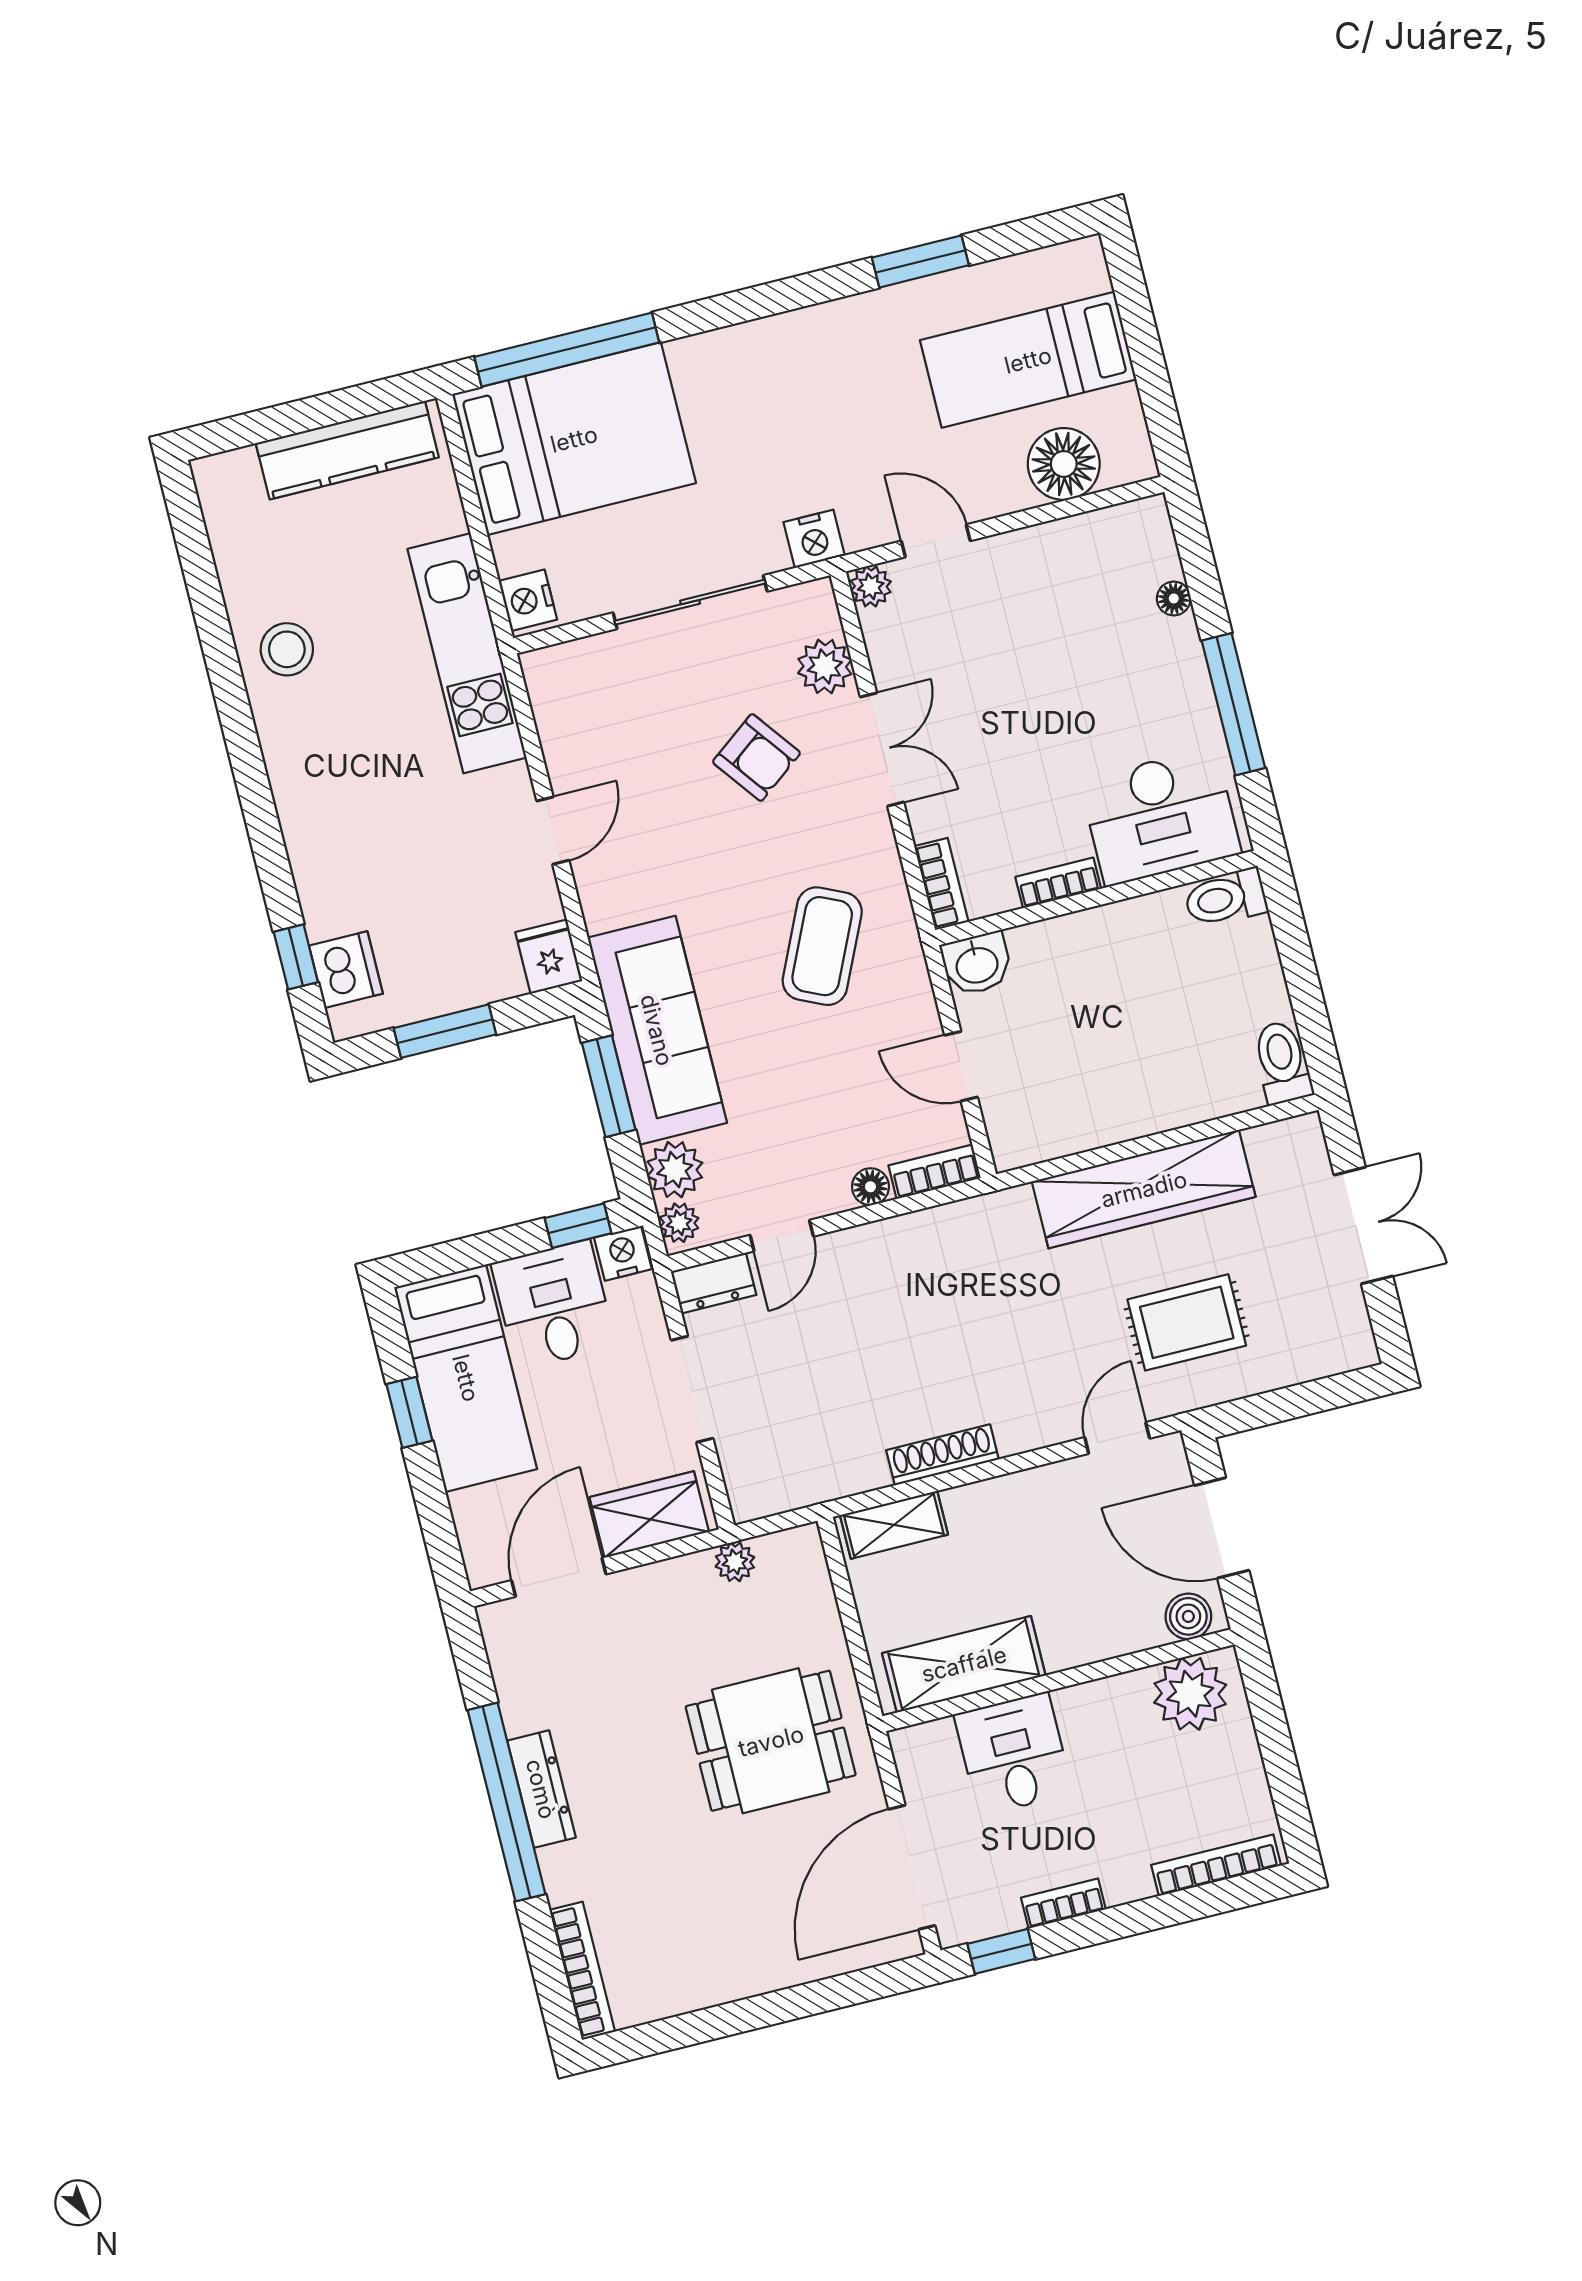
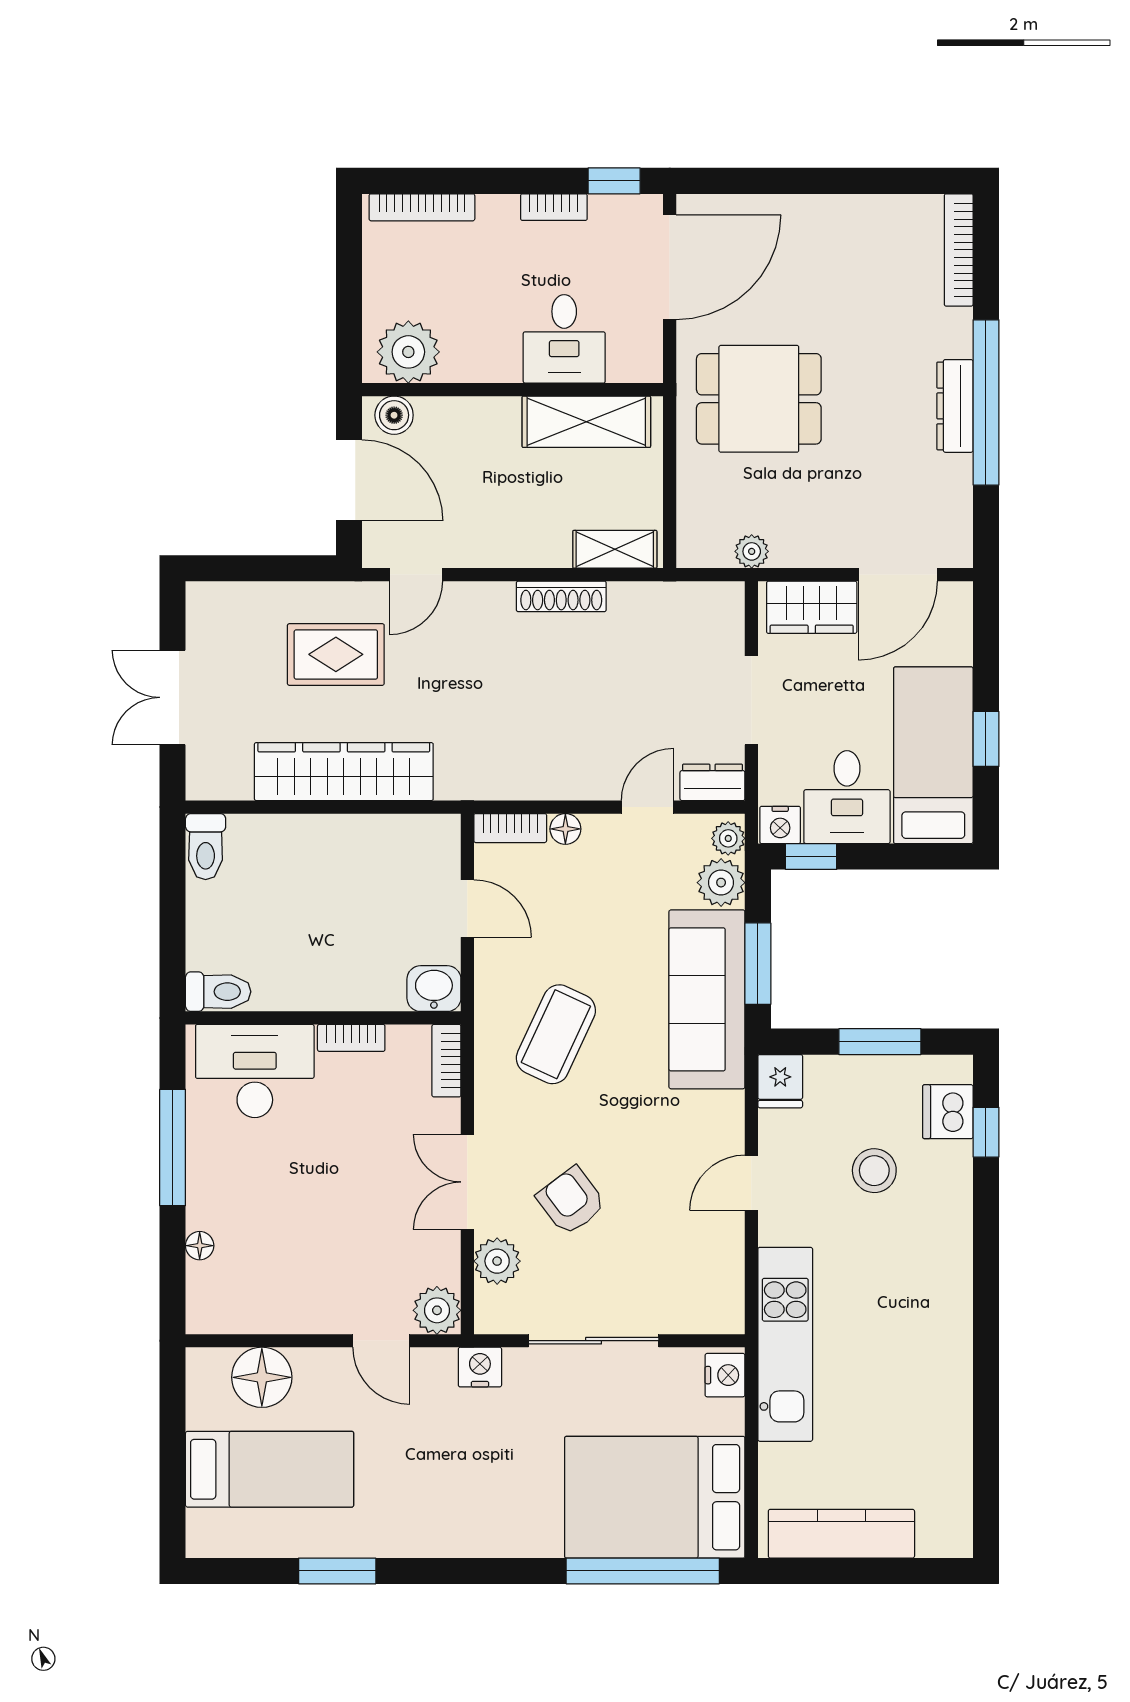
plant: (871, 586) -> (437, 1310), width x1.38, depth x1.38
stool: (287, 649) -> (874, 1171), moved

